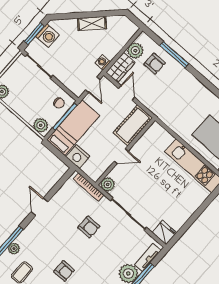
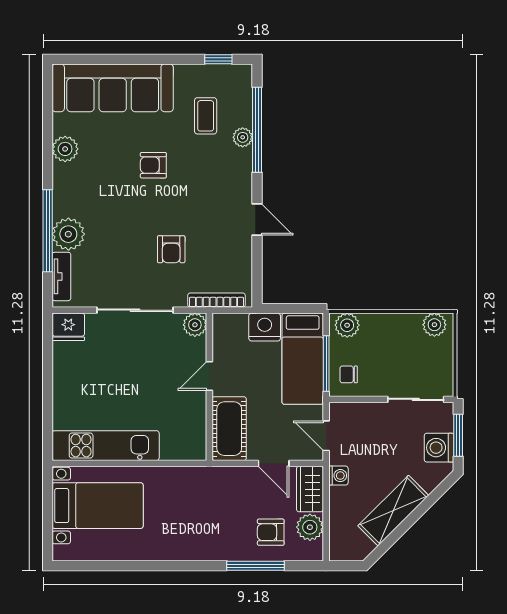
shelving: (92, 24) -> (393, 511), width x1.50, depth x1.33
armchair: (89, 227) -> (171, 249), turned -90

